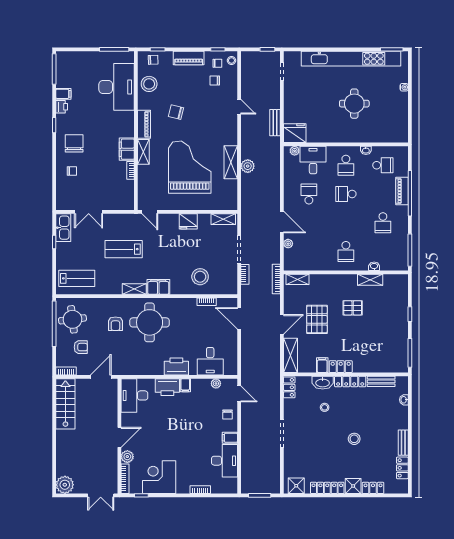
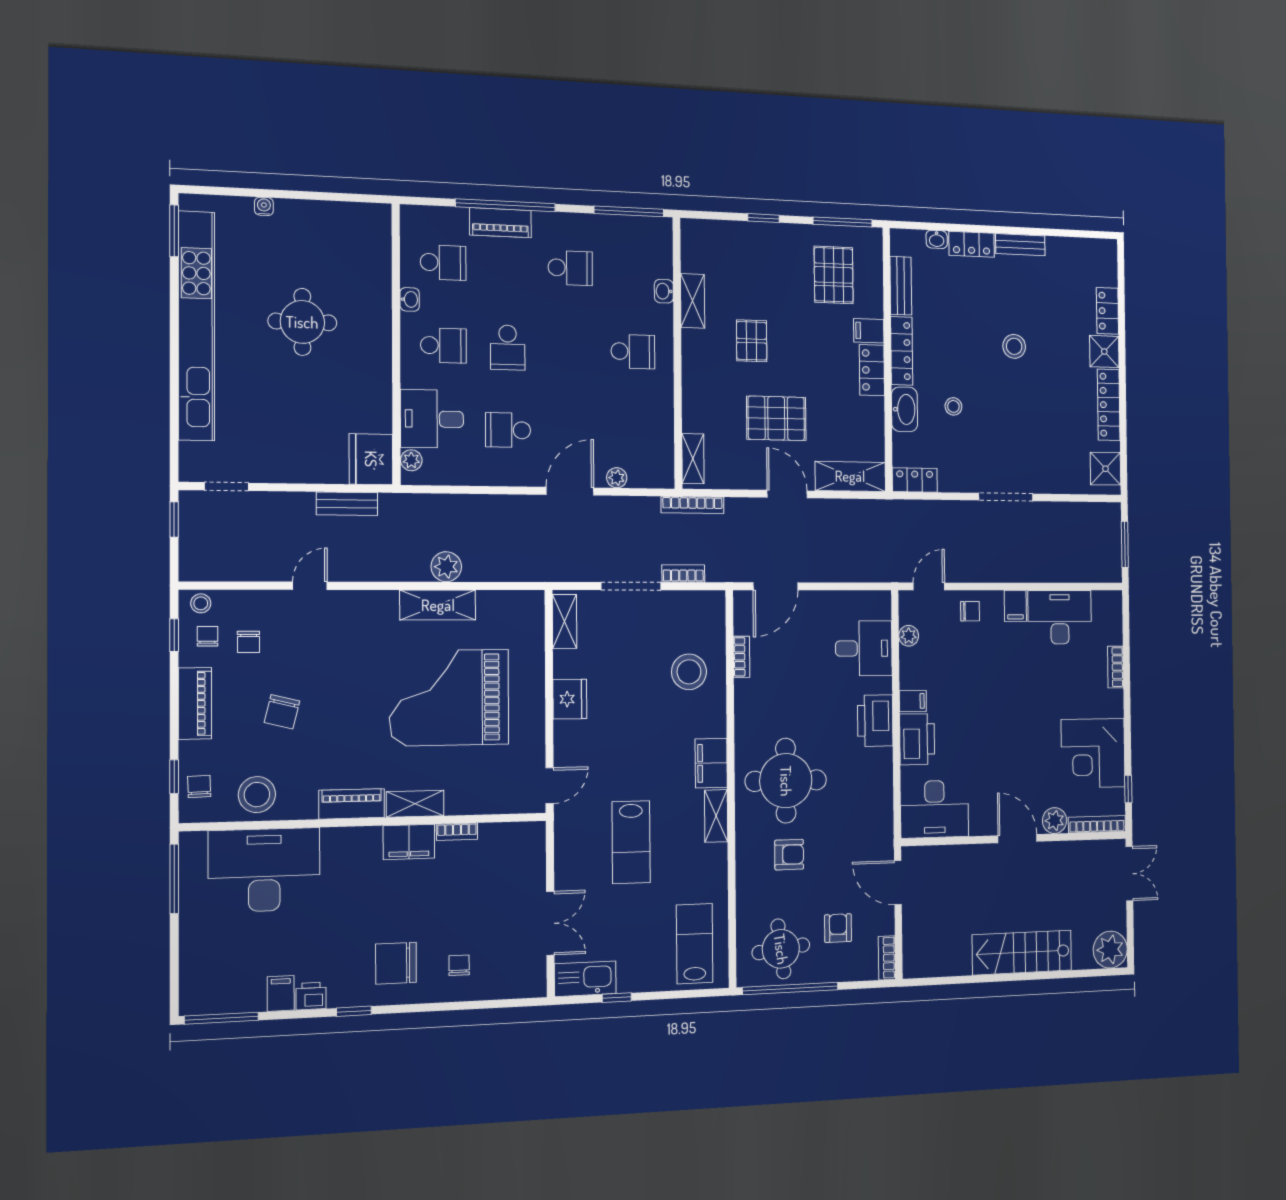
chair: (176, 112) -> (282, 712), moved
school desk: (383, 165) -> (443, 263), turned 90
pallet: (385, 348) -> (834, 275), added
filing cabinet: (322, 365) -> (869, 331), moved
stairs: (65, 404) -> (1022, 953), moved
locker: (402, 468) -> (972, 244), moved

